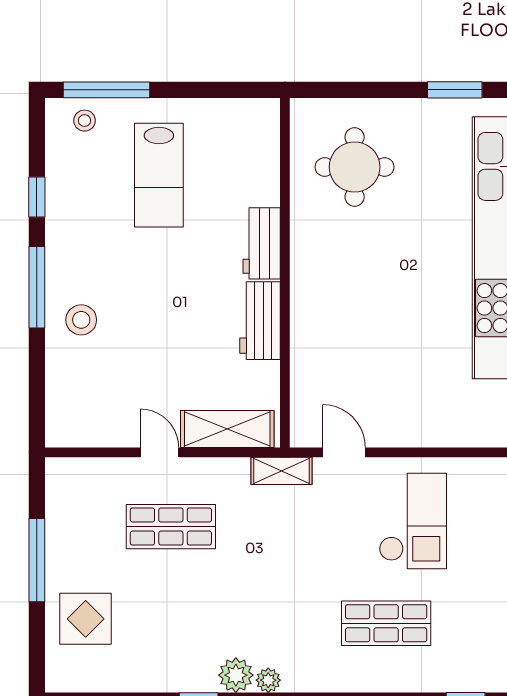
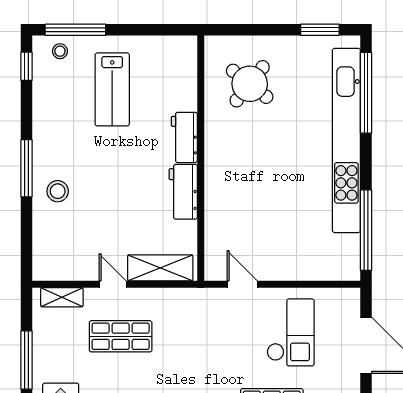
round table: (355, 167) -> (250, 84), turned 38
window: (37, 197) -> (26, 66), moved
shelving: (282, 471) -> (62, 297), moved

